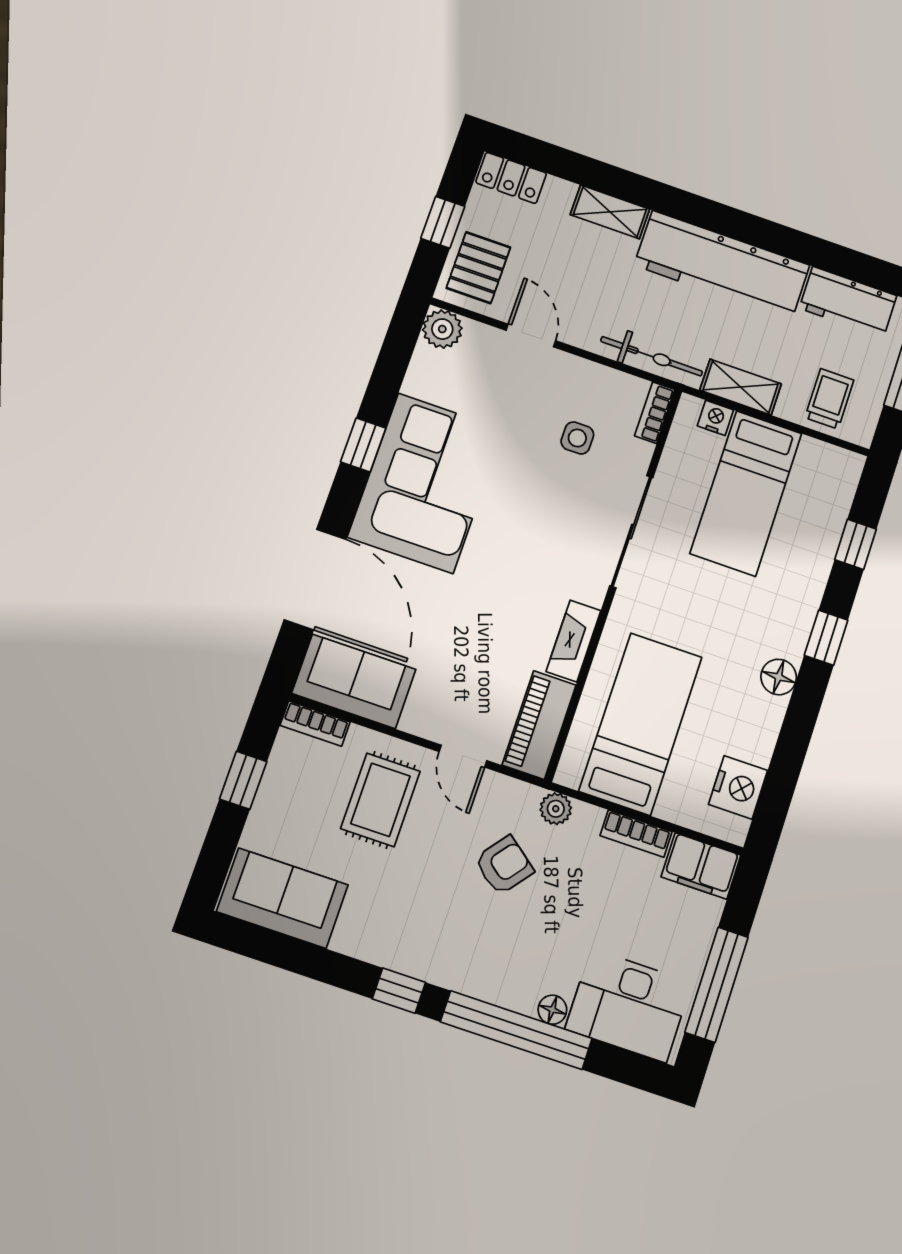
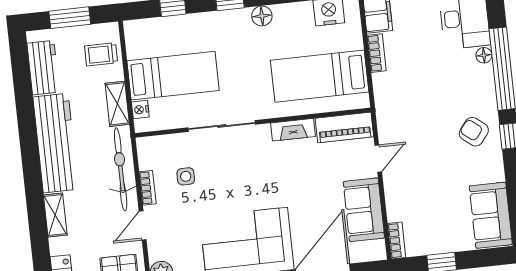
bicycle: (652, 356) -> (121, 169), width x1.37, depth x1.40
bookcase: (655, 413) -> (148, 188), moved, turned -90
sofa: (354, 681) -> (364, 210), moved
rug: (380, 800) -> (420, 190), removed
plant: (556, 809) -> (383, 100), removed
armchair: (504, 865) -> (474, 132), moved

